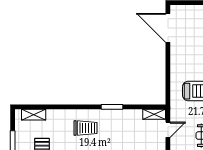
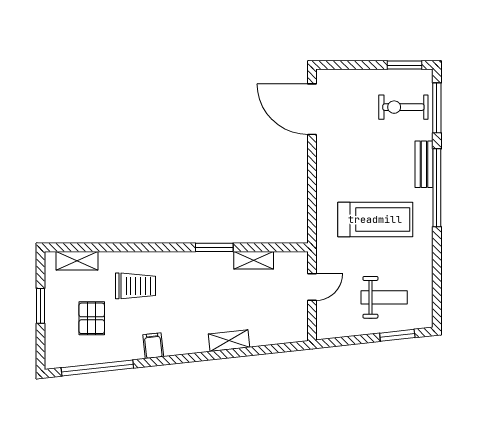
shelving: (154, 114) -> (254, 260), moved
trolley: (85, 128) -> (136, 286), moved

